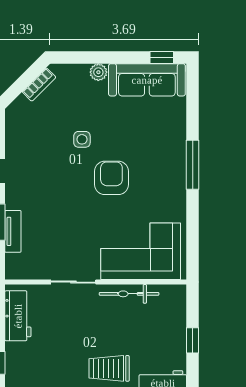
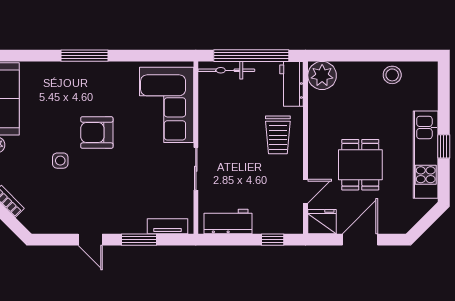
tv unit: (13, 231) -> (167, 226), moved
bicycle: (129, 294) -> (226, 70), moved, turned 90
window: (193, 340) -> (251, 56), width x3.17

